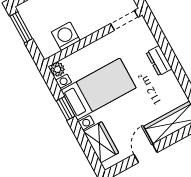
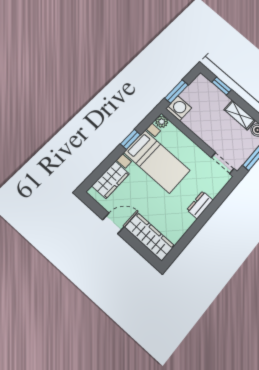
window: (21, 27) -> (176, 91), moved
washing machine: (66, 36) -> (179, 108), moved

